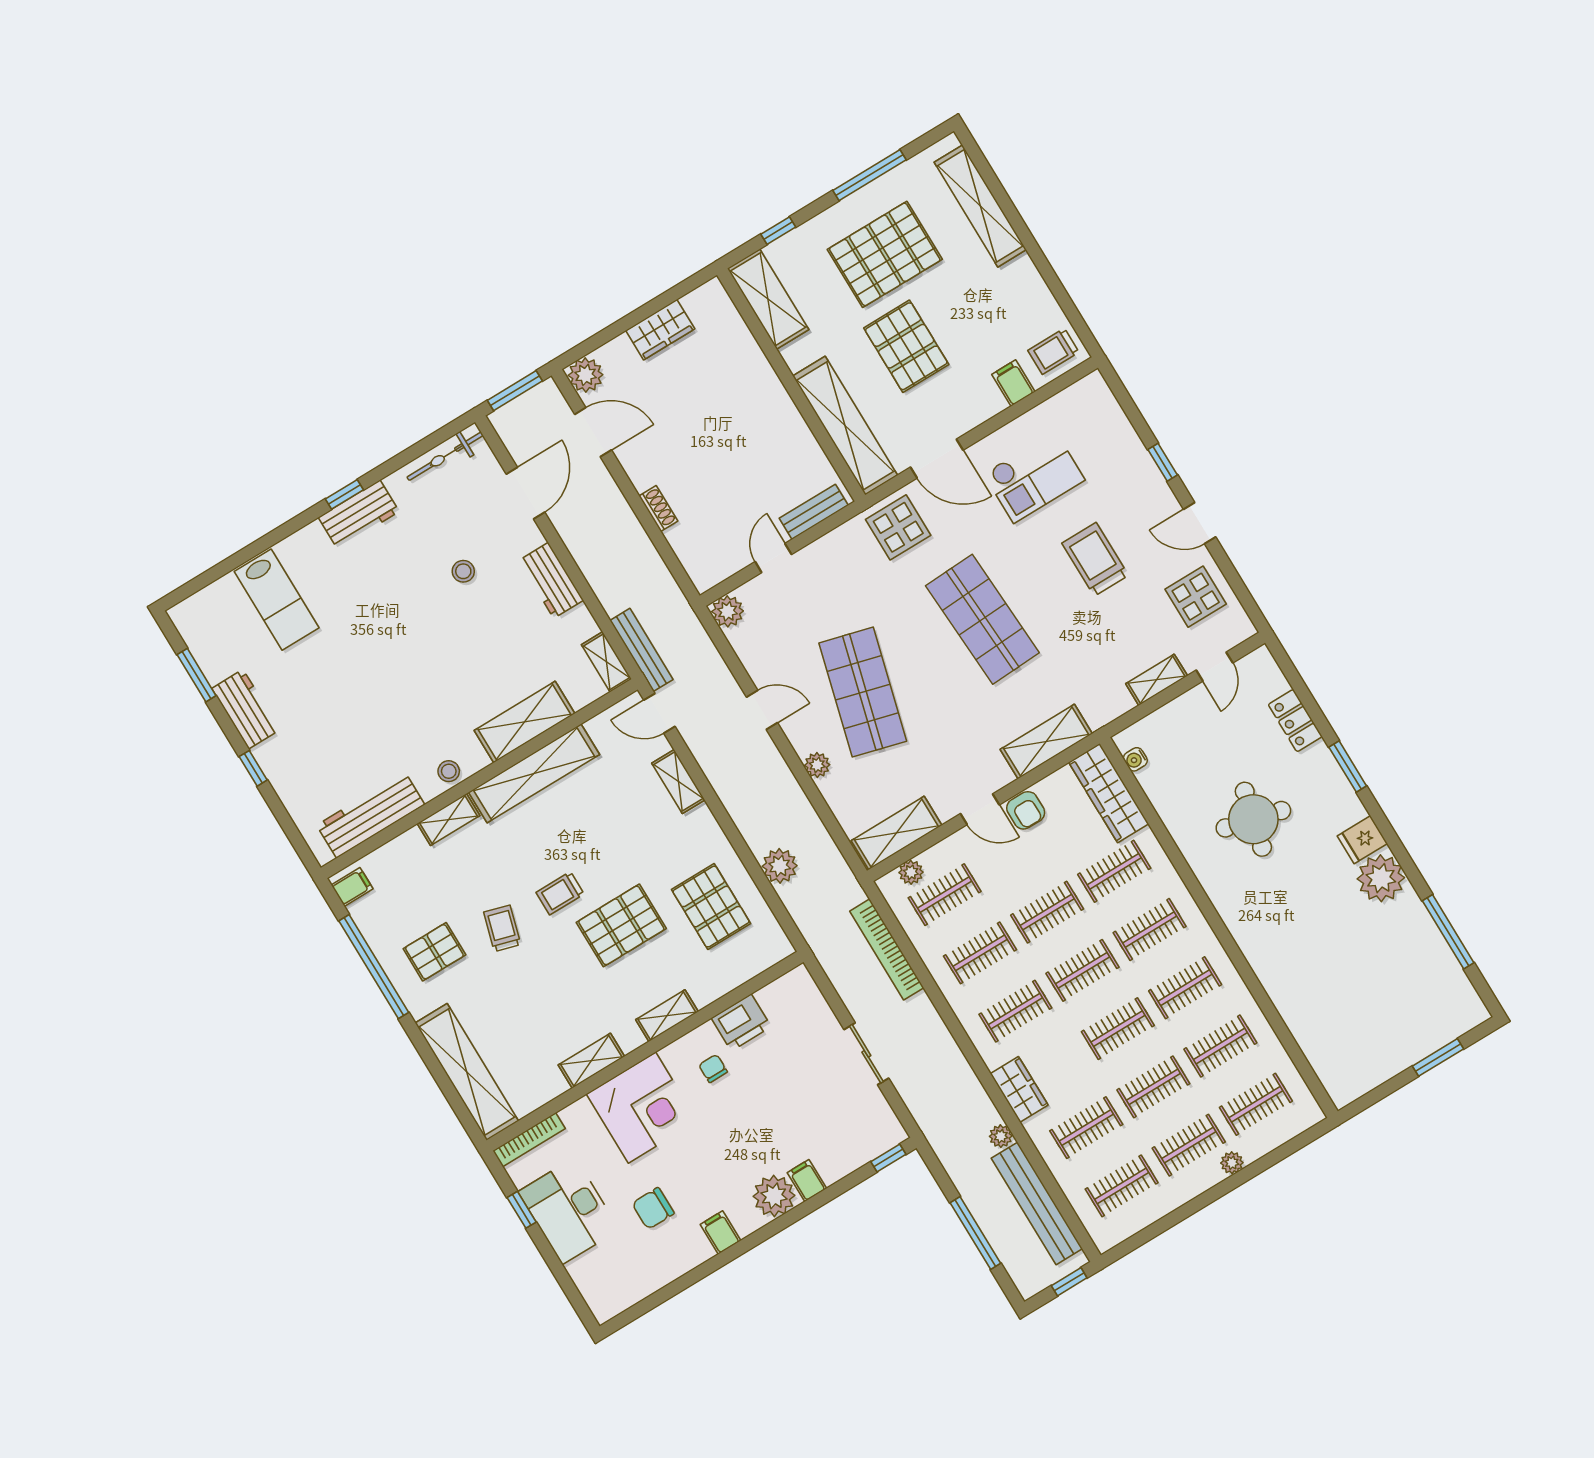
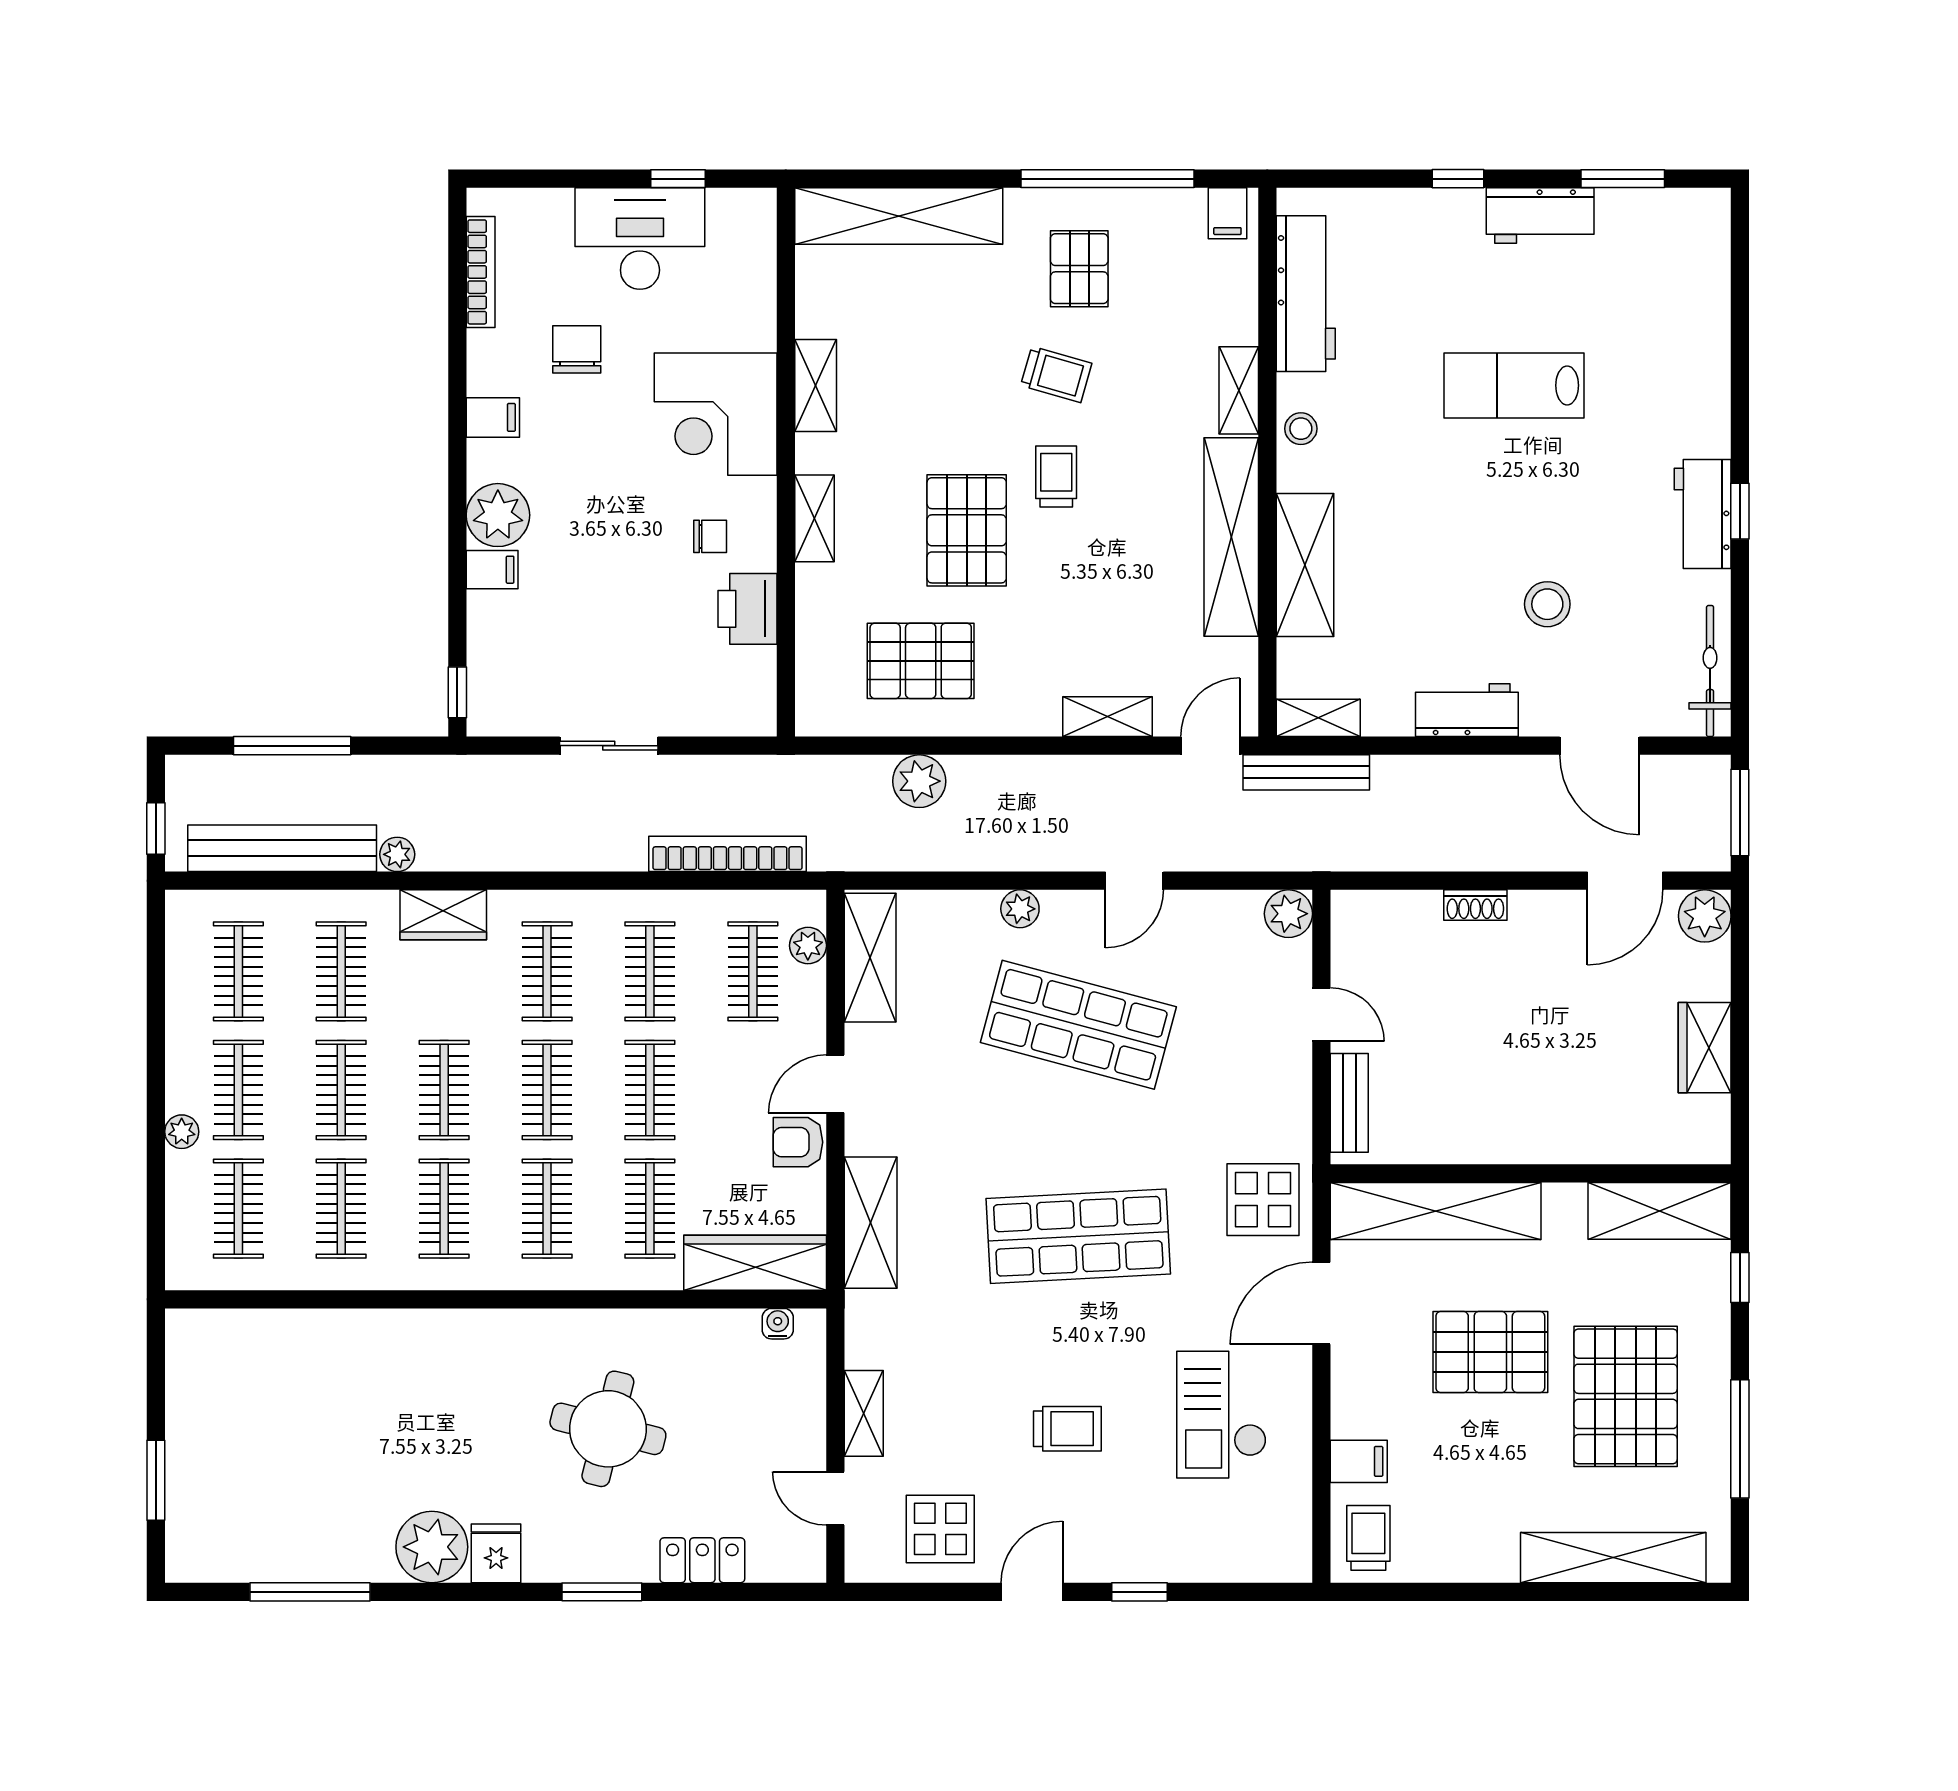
trolley: (1095, 559) -> (1067, 1429), width x0.73, depth x0.72
stool: (463, 571) -> (1547, 604), width x1.37, depth x1.37
lab bench: (277, 600) -> (1514, 385), moved
bookcase: (529, 1140) -> (481, 272), moved, turned 180

